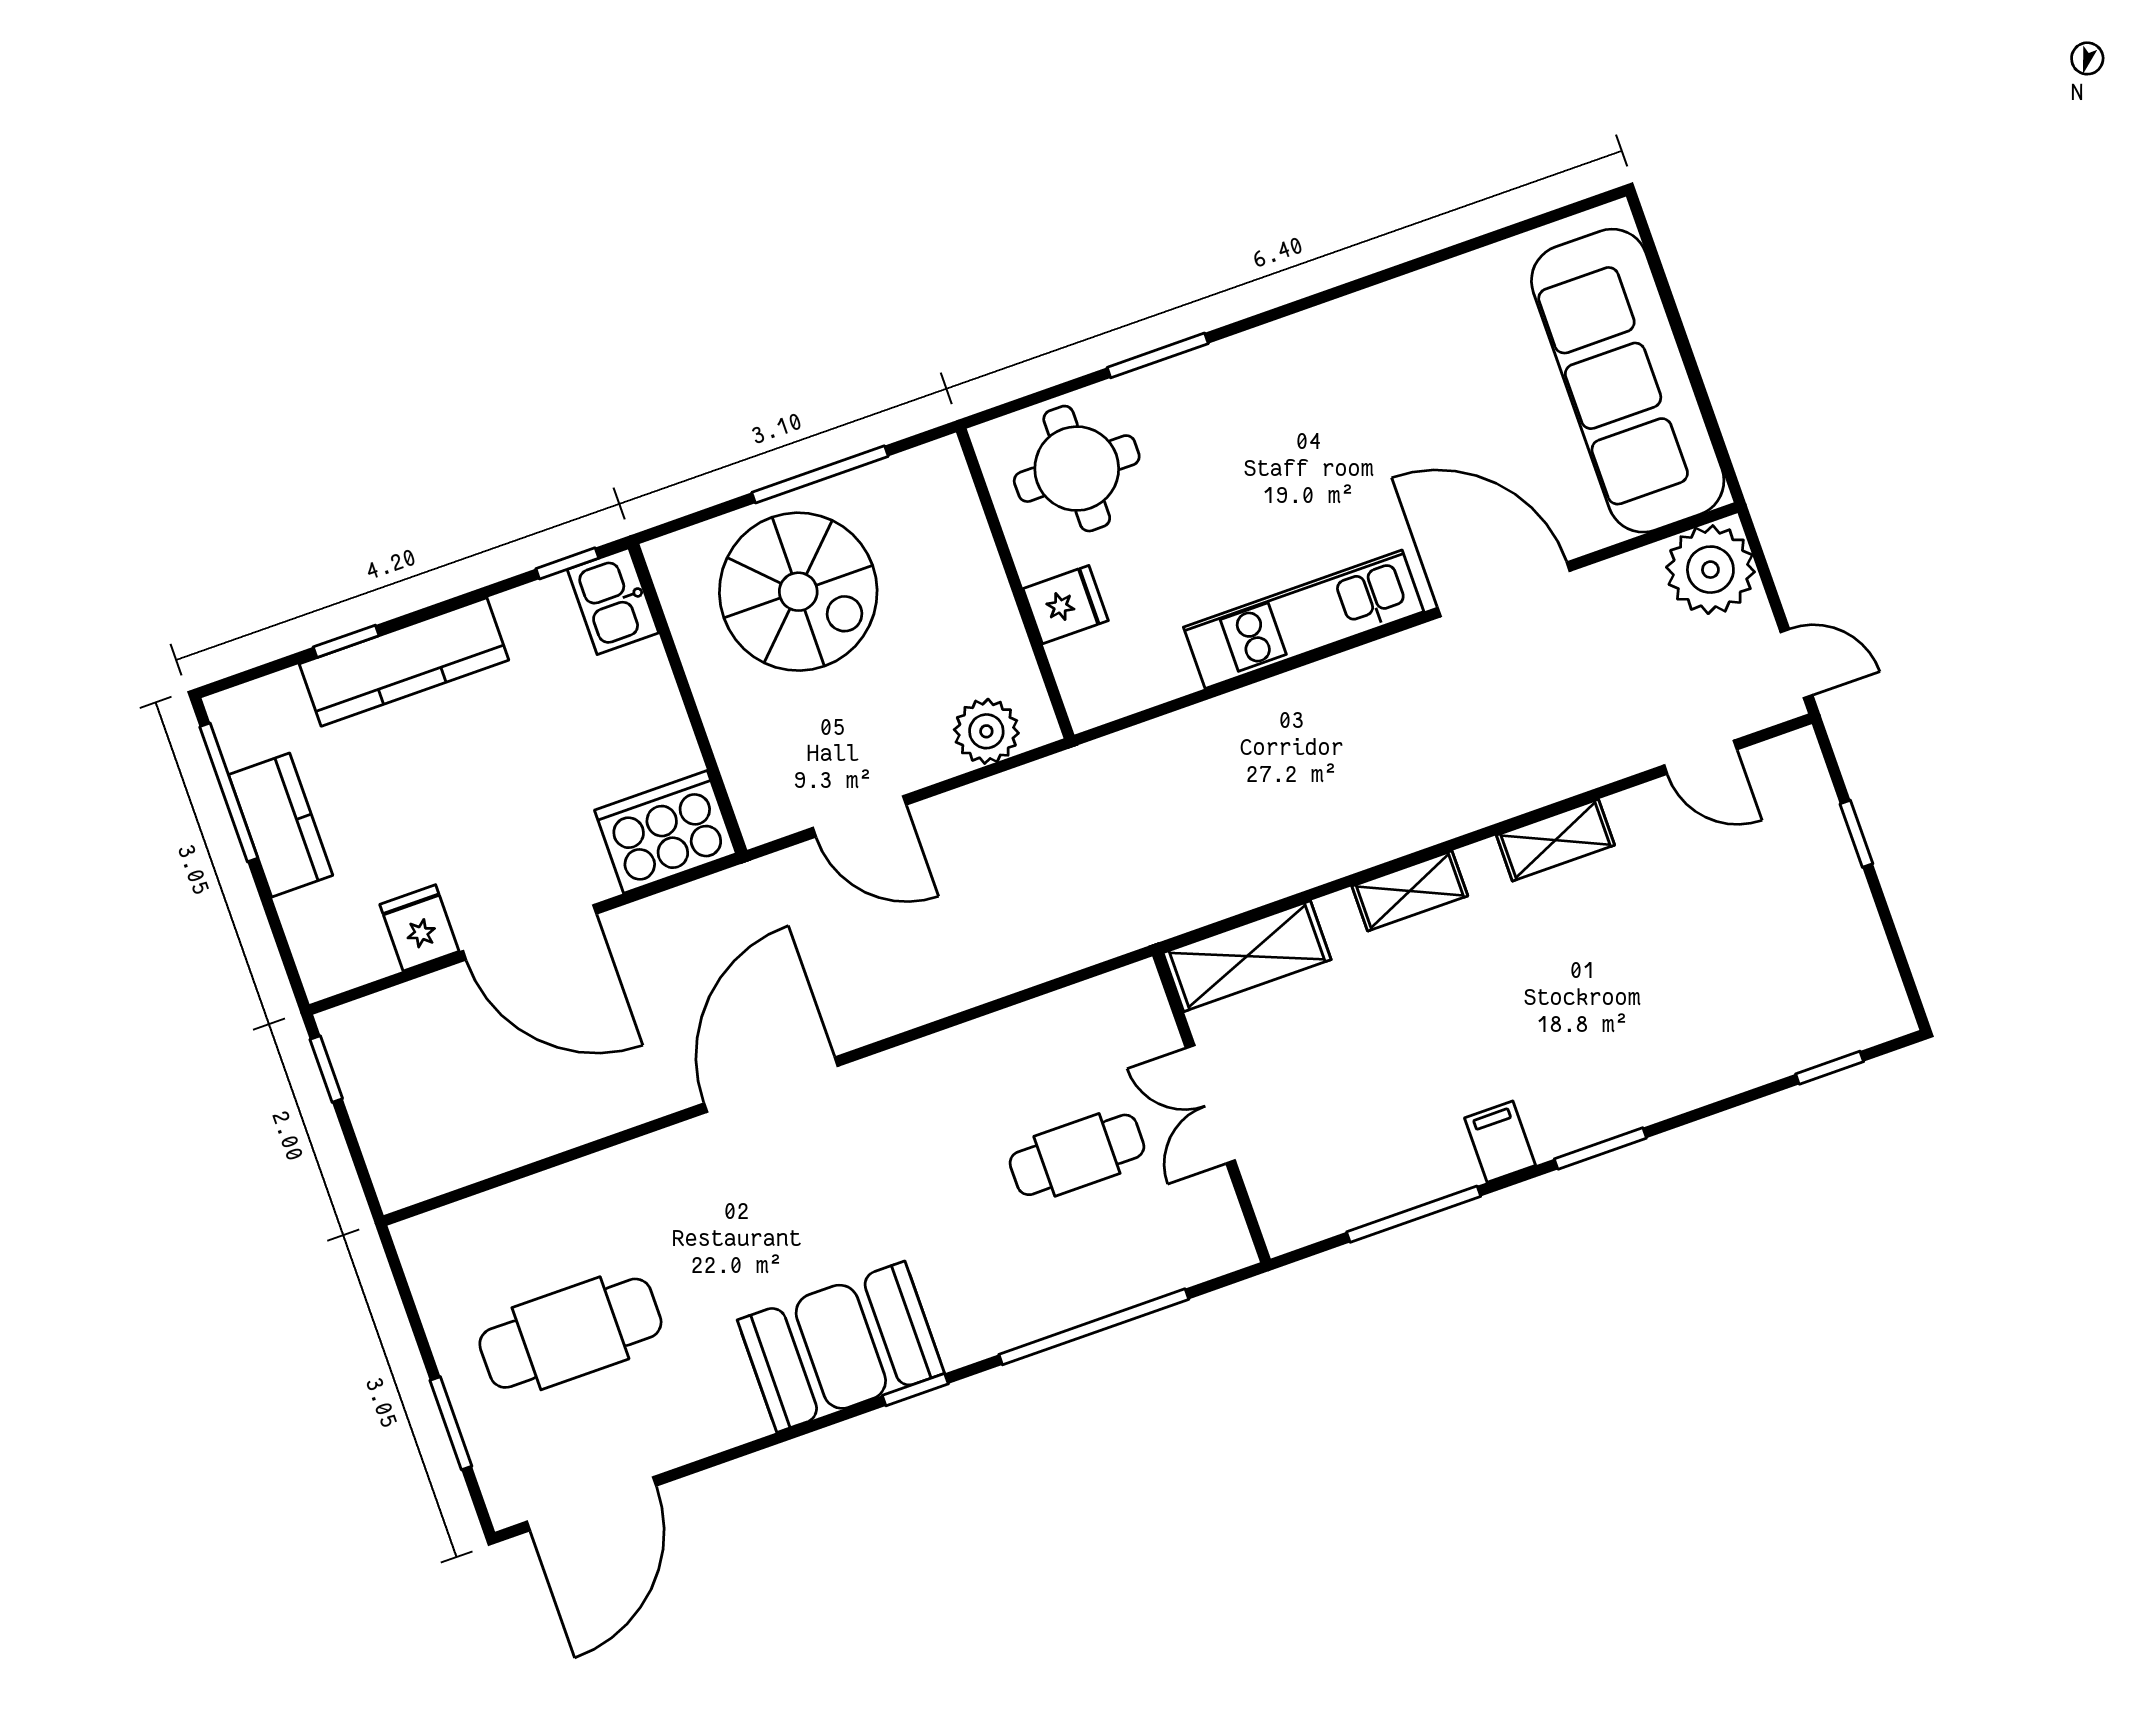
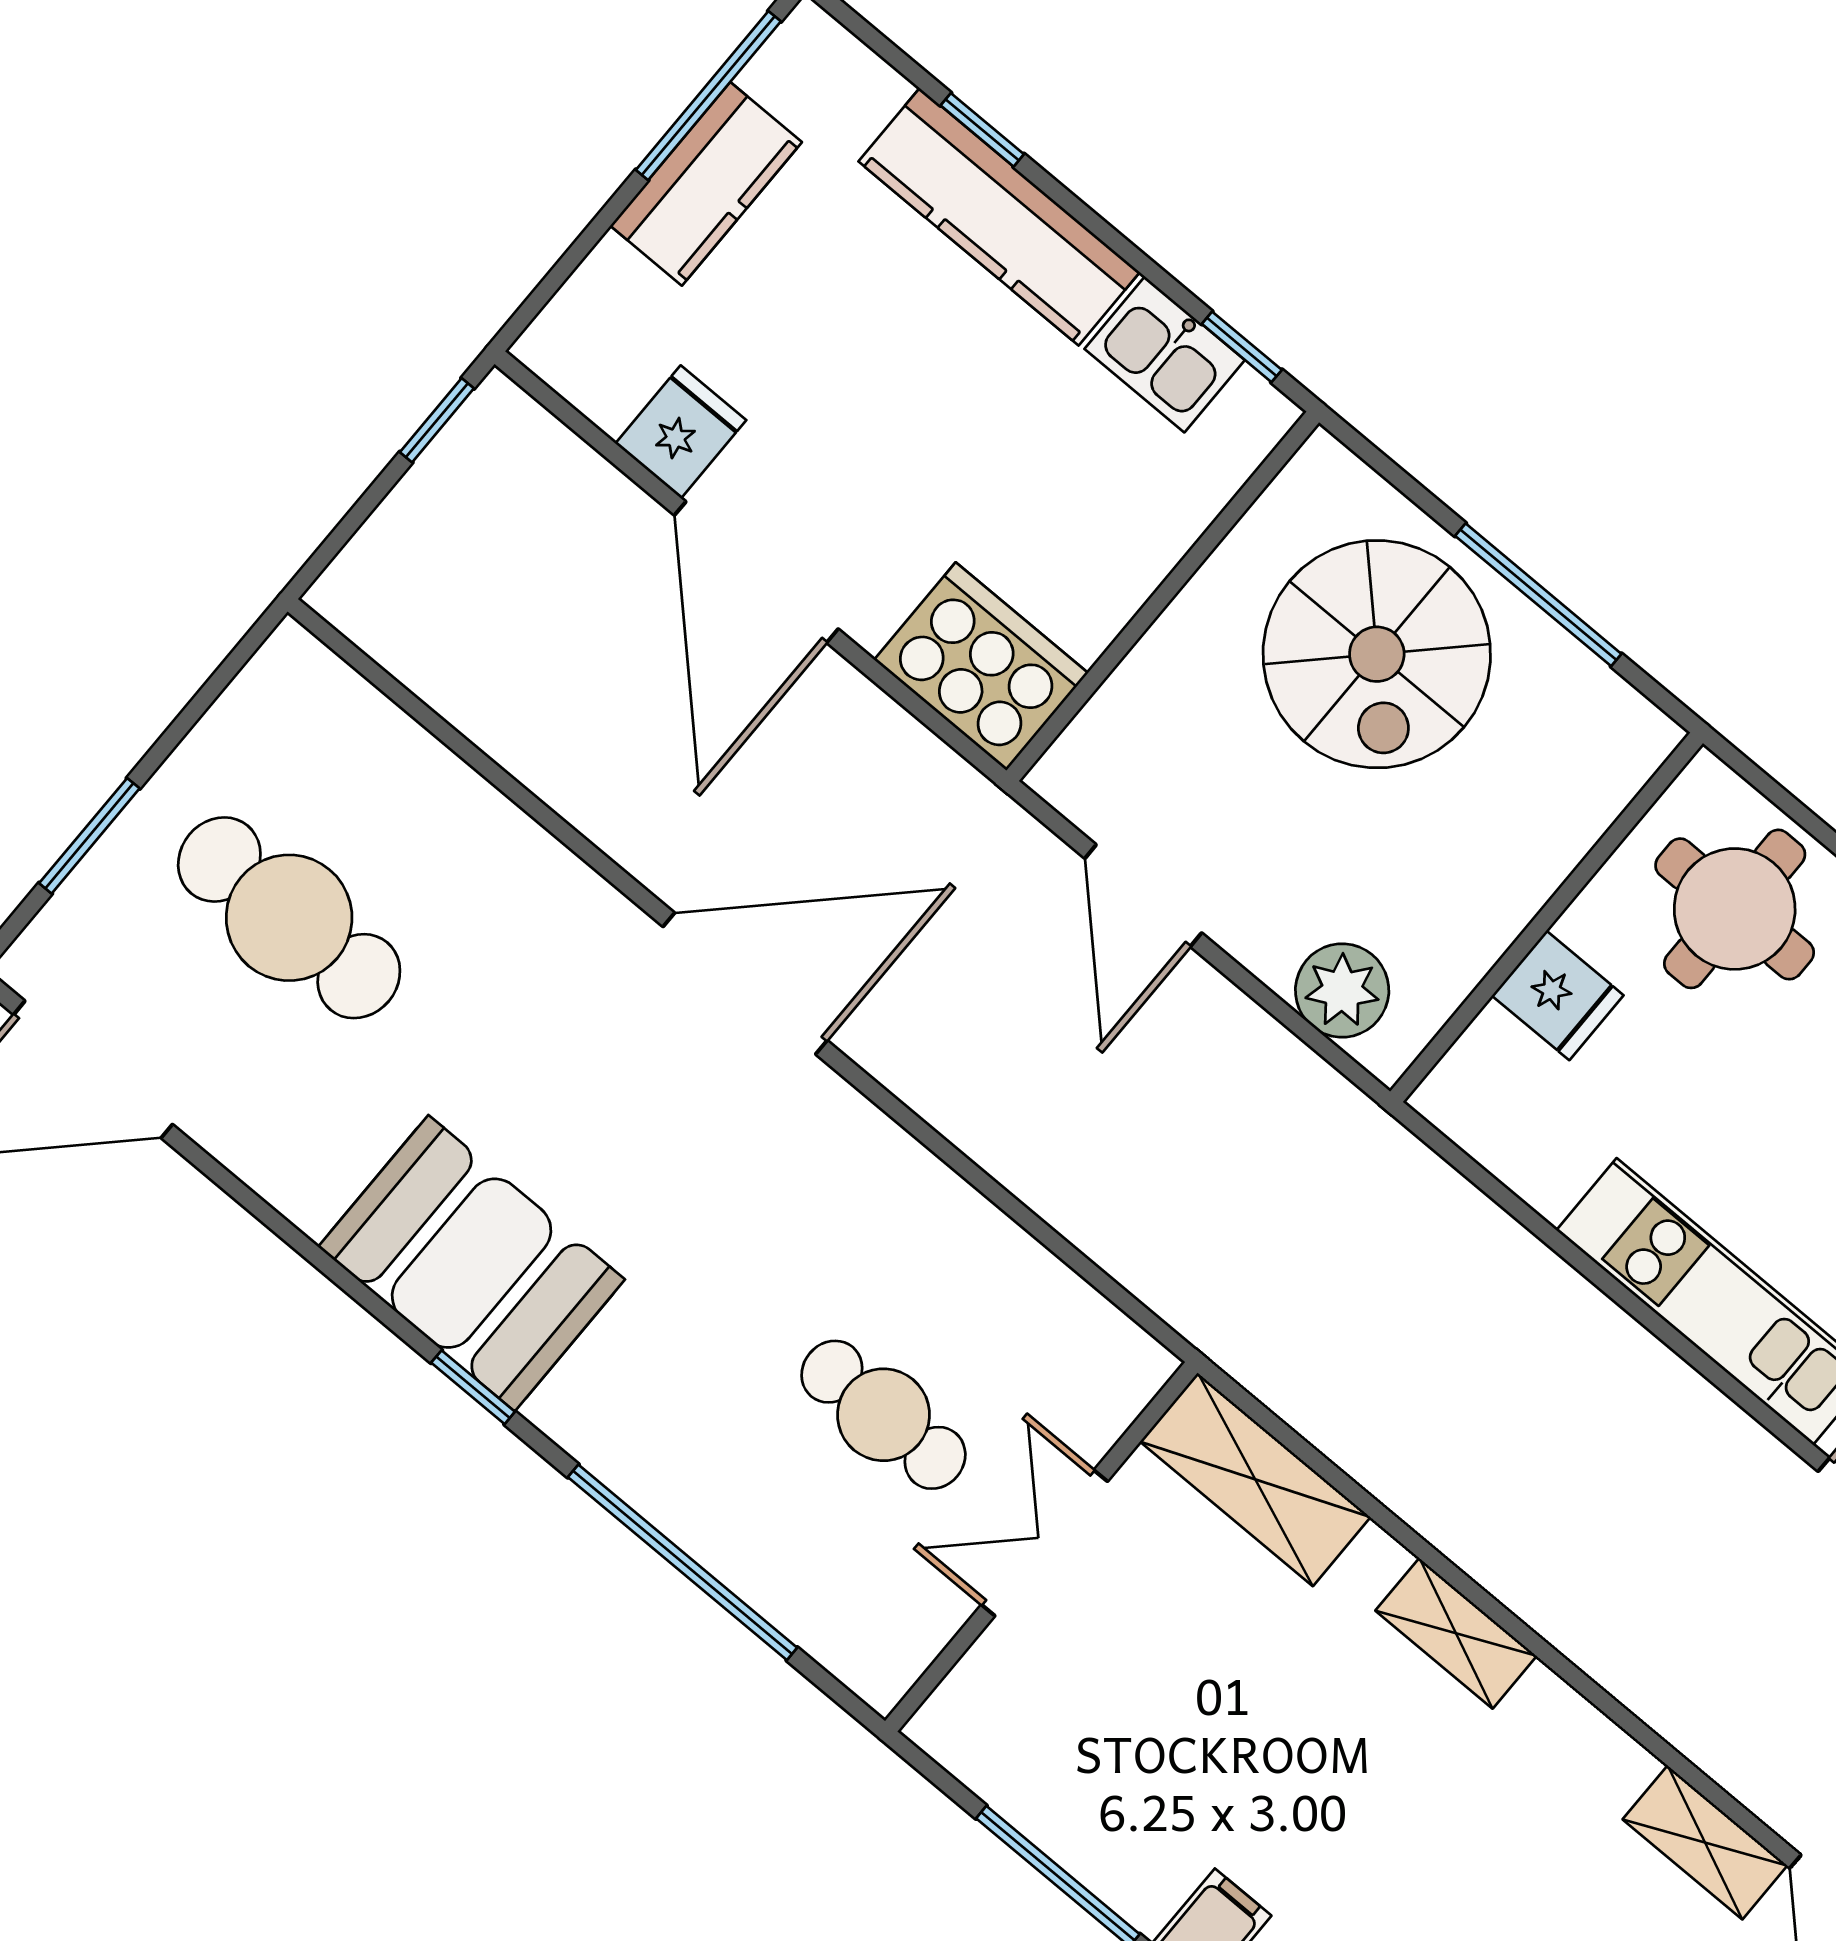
kitchen sink: (613, 601) -> (1165, 354), moved, turned -90
shelving: (1555, 840) -> (1705, 1842), moved

